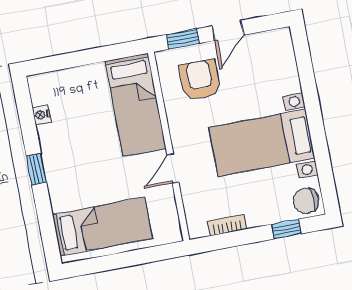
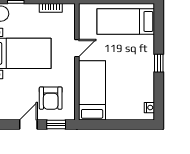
nightstand: (42, 115) -> (149, 108), moved

